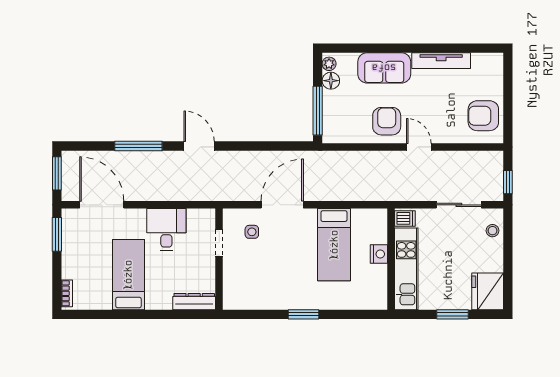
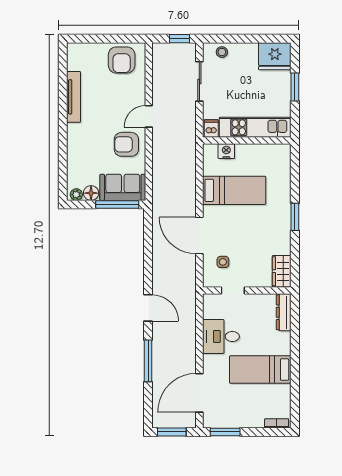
sofa: (384, 68) -> (123, 187), moved, turned -90
door: (199, 146) -> (148, 308), swing flipped
nightstand: (379, 254) -> (226, 151), moved
wardrobe: (241, 299) -> (282, 271), added

